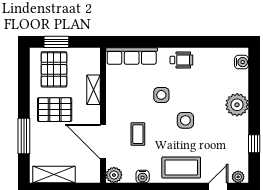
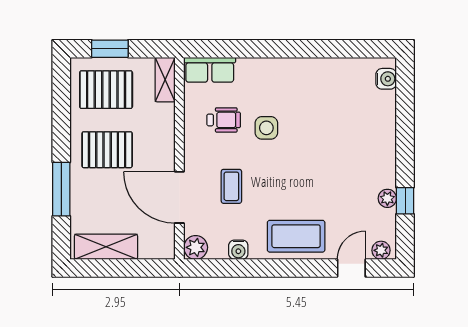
row of seats: (132, 56) -> (210, 70), width x0.68
wheelchair: (181, 60) -> (224, 120), moved
pallet: (54, 69) -> (106, 90), turned 90
shelving: (94, 90) -> (165, 80), moved
plant: (237, 105) -> (387, 198), moved, width x0.53, depth x0.53
side table: (185, 120) -> (302, 166), removed

